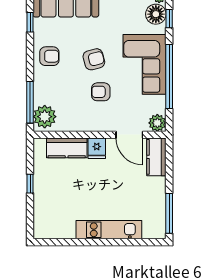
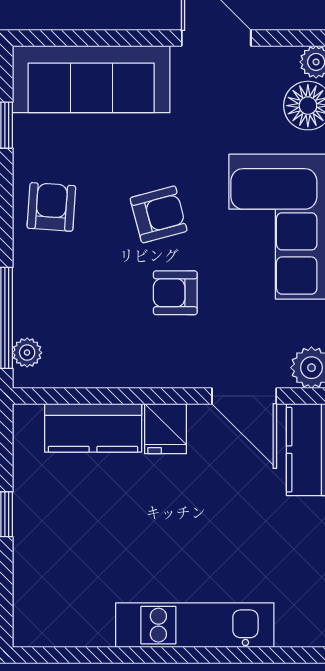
armchair: (49, 56) -> (51, 207), turned -86
plant: (45, 117) -> (27, 353), width x0.53, depth x0.53

